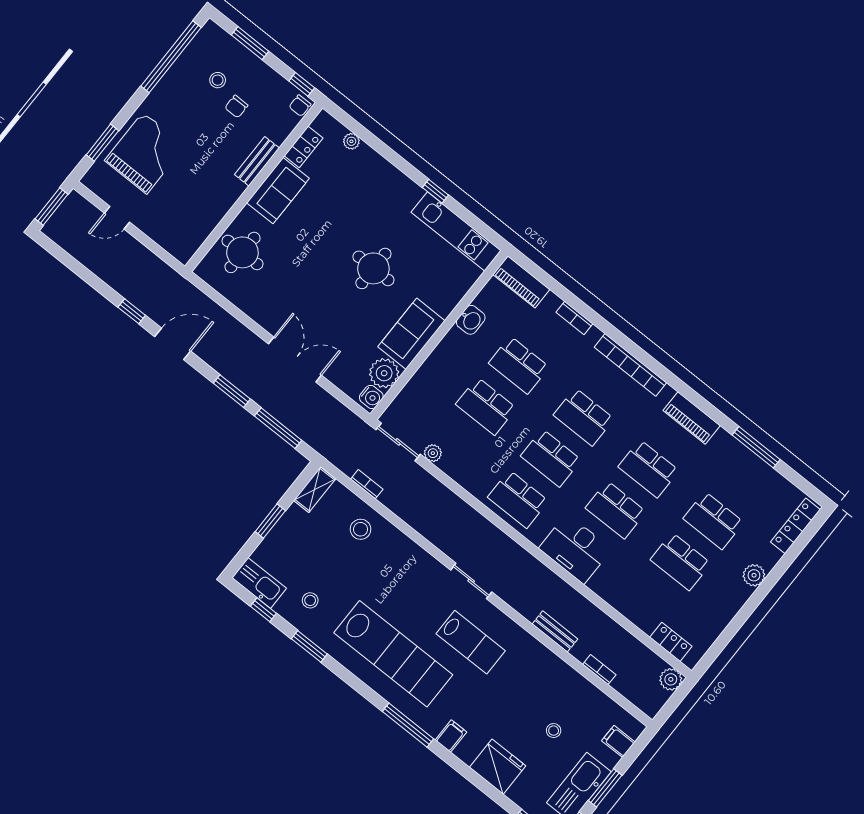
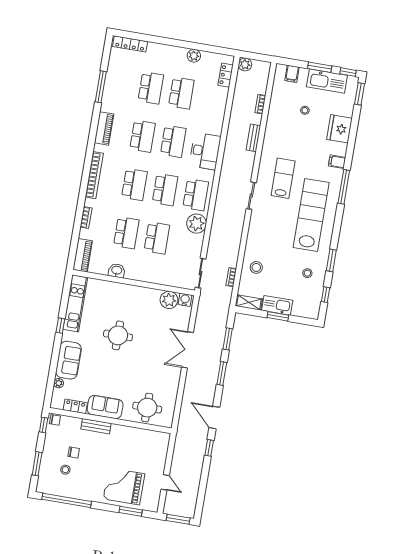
sofa: (411, 334) -> (68, 360), moved, turned -90
window: (278, 428) -> (228, 339), width x0.69
plant: (433, 453) -> (197, 224), moved, width x1.87, depth x1.87
plant: (754, 575) -> (194, 56), moved
kitchen sink: (259, 583) -> (277, 305), moved, turned 90

